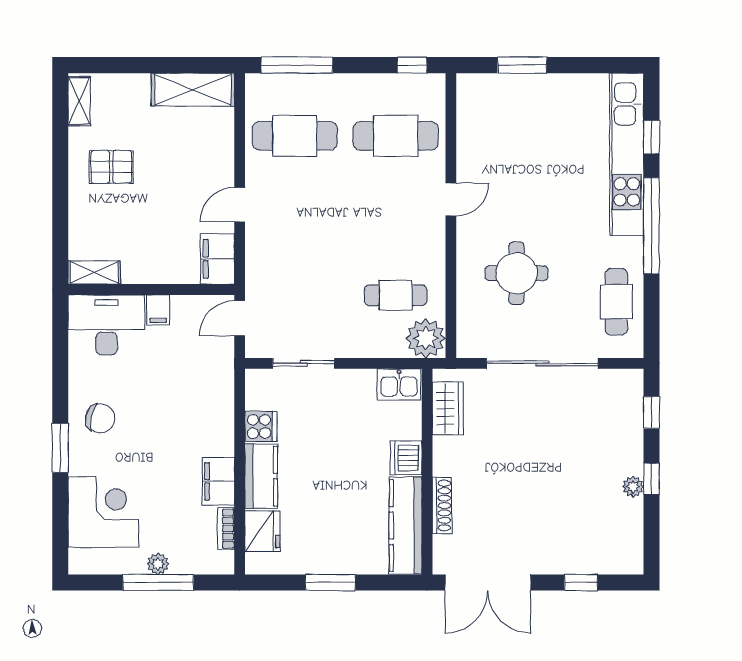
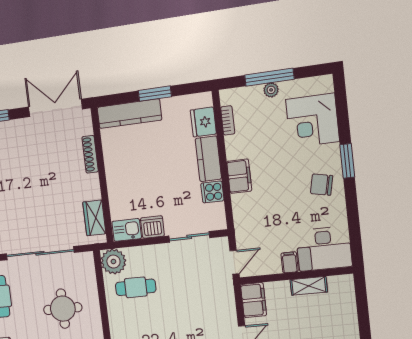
shelving: (94, 272) -> (309, 286), moved
dishwasher: (406, 458) -> (152, 227), moved, turned -90
filing cabinet: (218, 481) -> (239, 176), moved
kitchen counter: (406, 526) -> (129, 114), moved, turned 90

